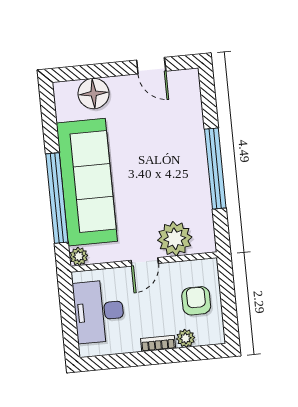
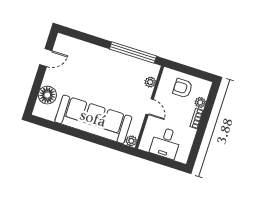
window: (215, 168) -> (133, 53), moved
window: (57, 198) -> (95, 139), removed
plant: (175, 239) -> (150, 82), width x0.53, depth x0.53
desk: (99, 312) -> (166, 143), width x0.73

